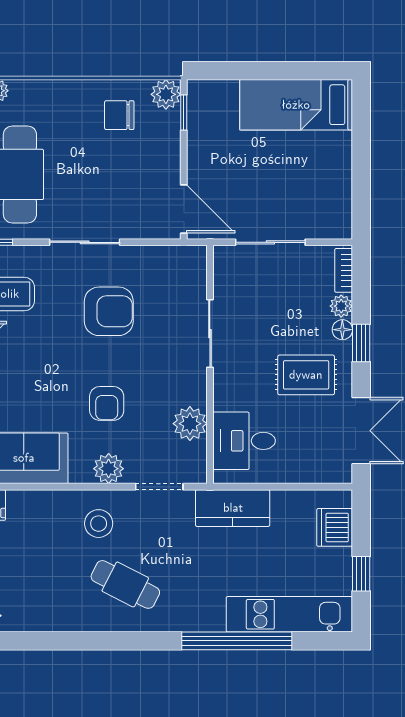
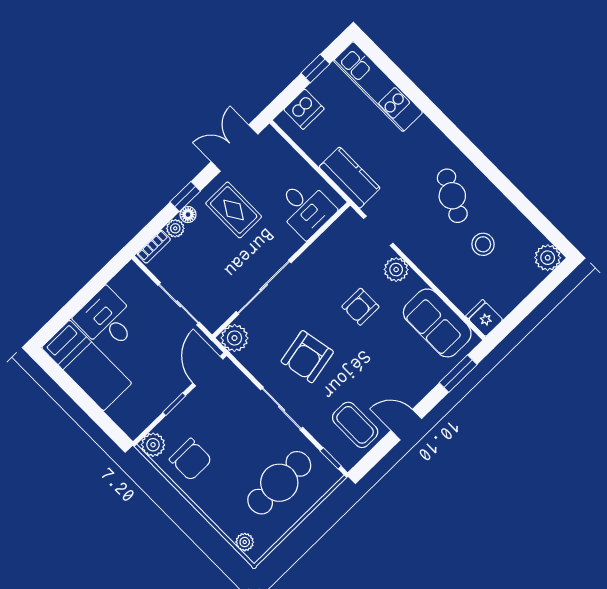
window: (184, 112) -> (174, 404), moved
chair: (119, 115) -> (191, 460), width x1.37, depth x1.37
desk: (319, 163) -> (107, 320), added
armchair: (109, 311) -> (307, 357), turned -101
sliding door: (210, 334) -> (264, 287), width x1.37
armchair: (107, 403) -> (360, 307), turned 180
plant: (190, 424) -> (235, 338), moved
stool: (99, 524) -> (483, 244), moved
window: (237, 641) -> (422, 102), removed

